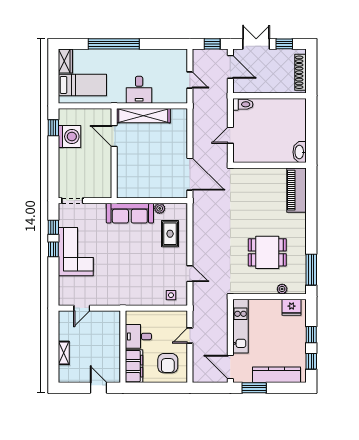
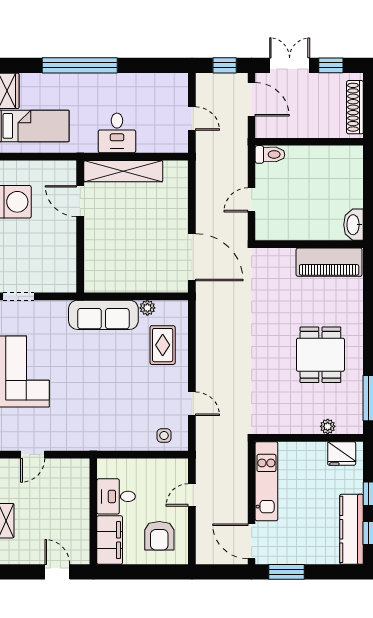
piano: (297, 190) -> (329, 262), moved, turned -90
dining table: (267, 252) -> (320, 355), moved, turned 90
kitchen counter: (276, 375) -> (352, 529), moved, turned -90

